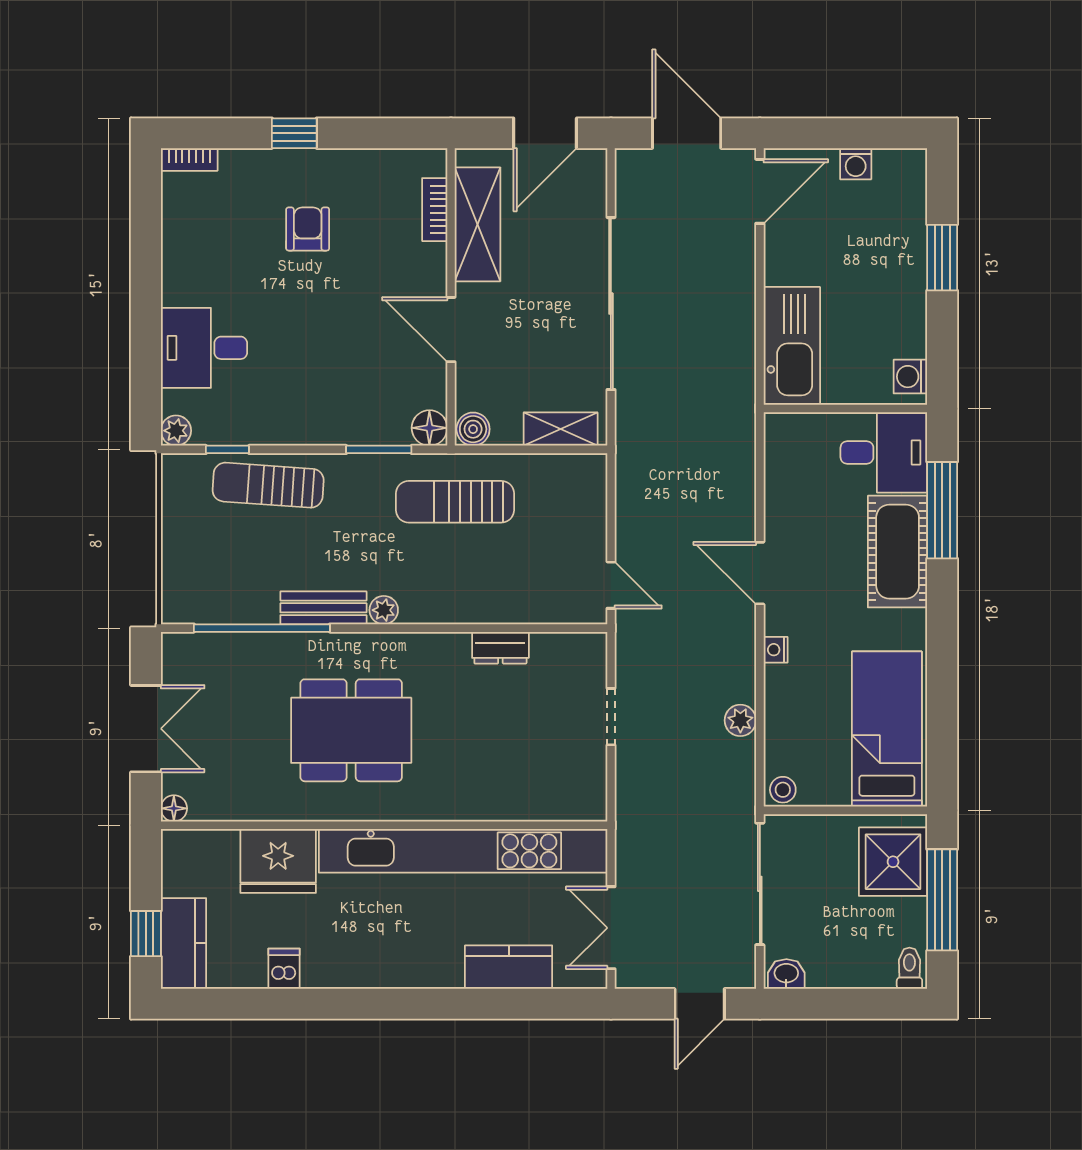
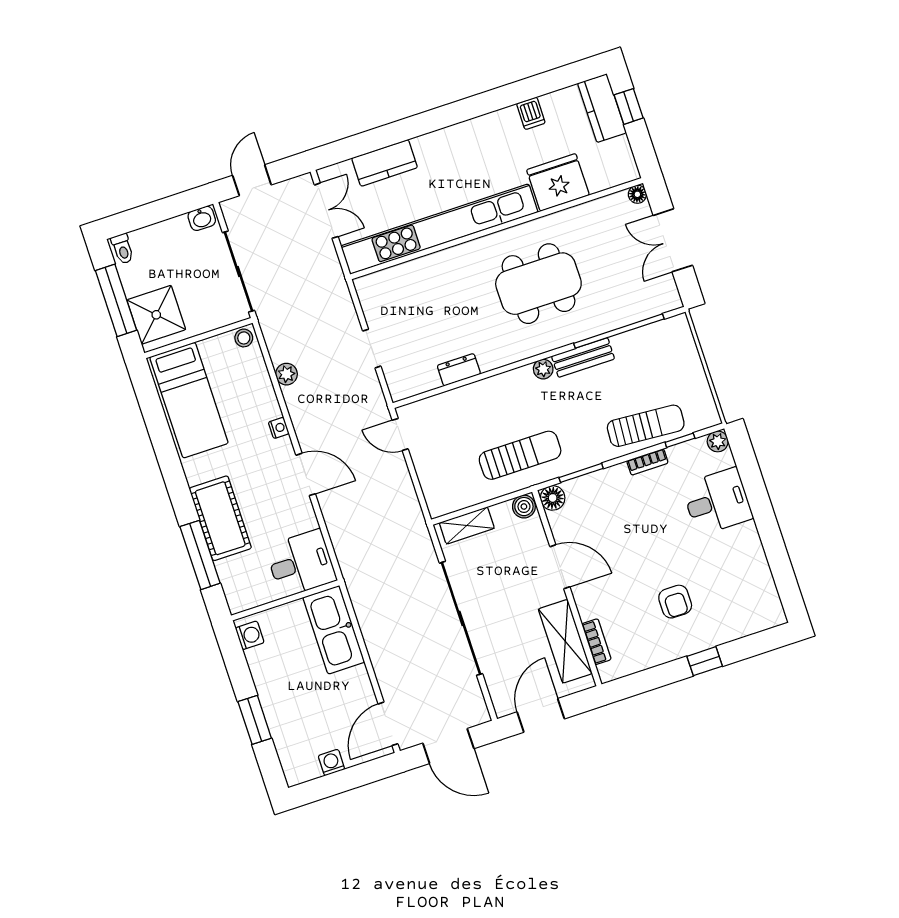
bookcase: (189, 159) -> (647, 462), moved, turned 180
desk: (884, 452) -> (301, 563), moved, turned 180

